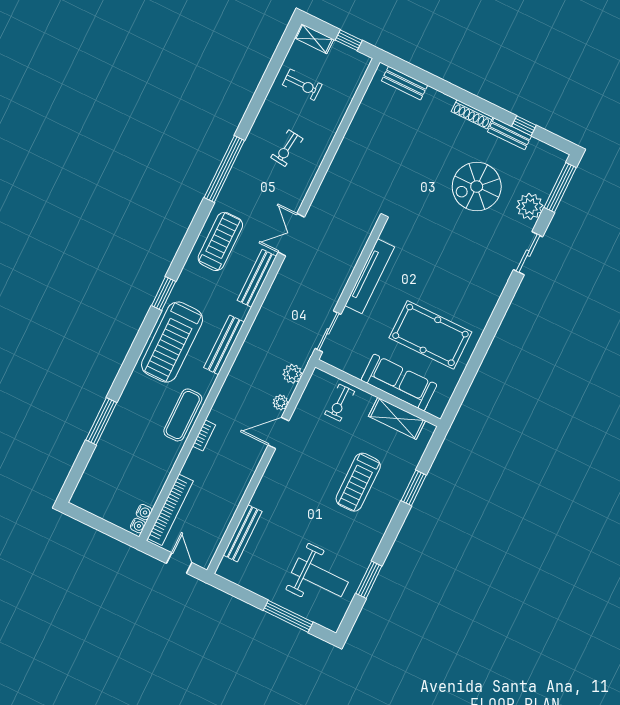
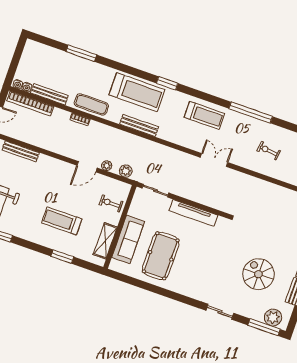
plant: (530, 206) -> (273, 317), moved
bench: (257, 278) -> (49, 94), moved
treadmill: (172, 342) -> (137, 92), turned 180
door: (278, 433) -> (87, 167), swing flipped

